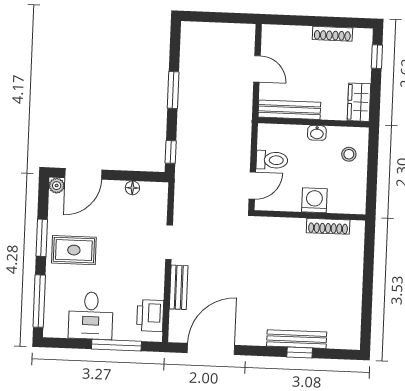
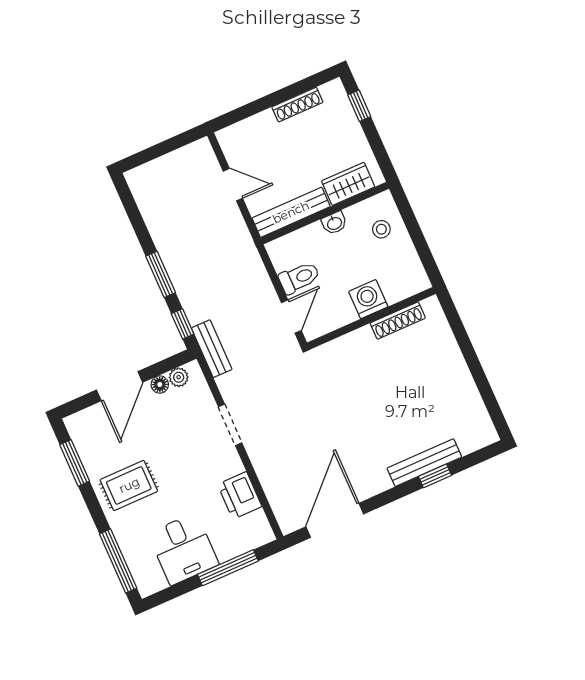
window: (173, 90) -> (161, 274), moved
wardrobe: (359, 102) -> (348, 184), moved, turned 90
door: (83, 174) -> (120, 386), moved
plant: (57, 186) -> (179, 377), moved
window: (42, 238) -> (75, 463), moved
bench: (179, 287) -> (212, 349), moved
printer: (150, 316) -> (240, 495), moved

